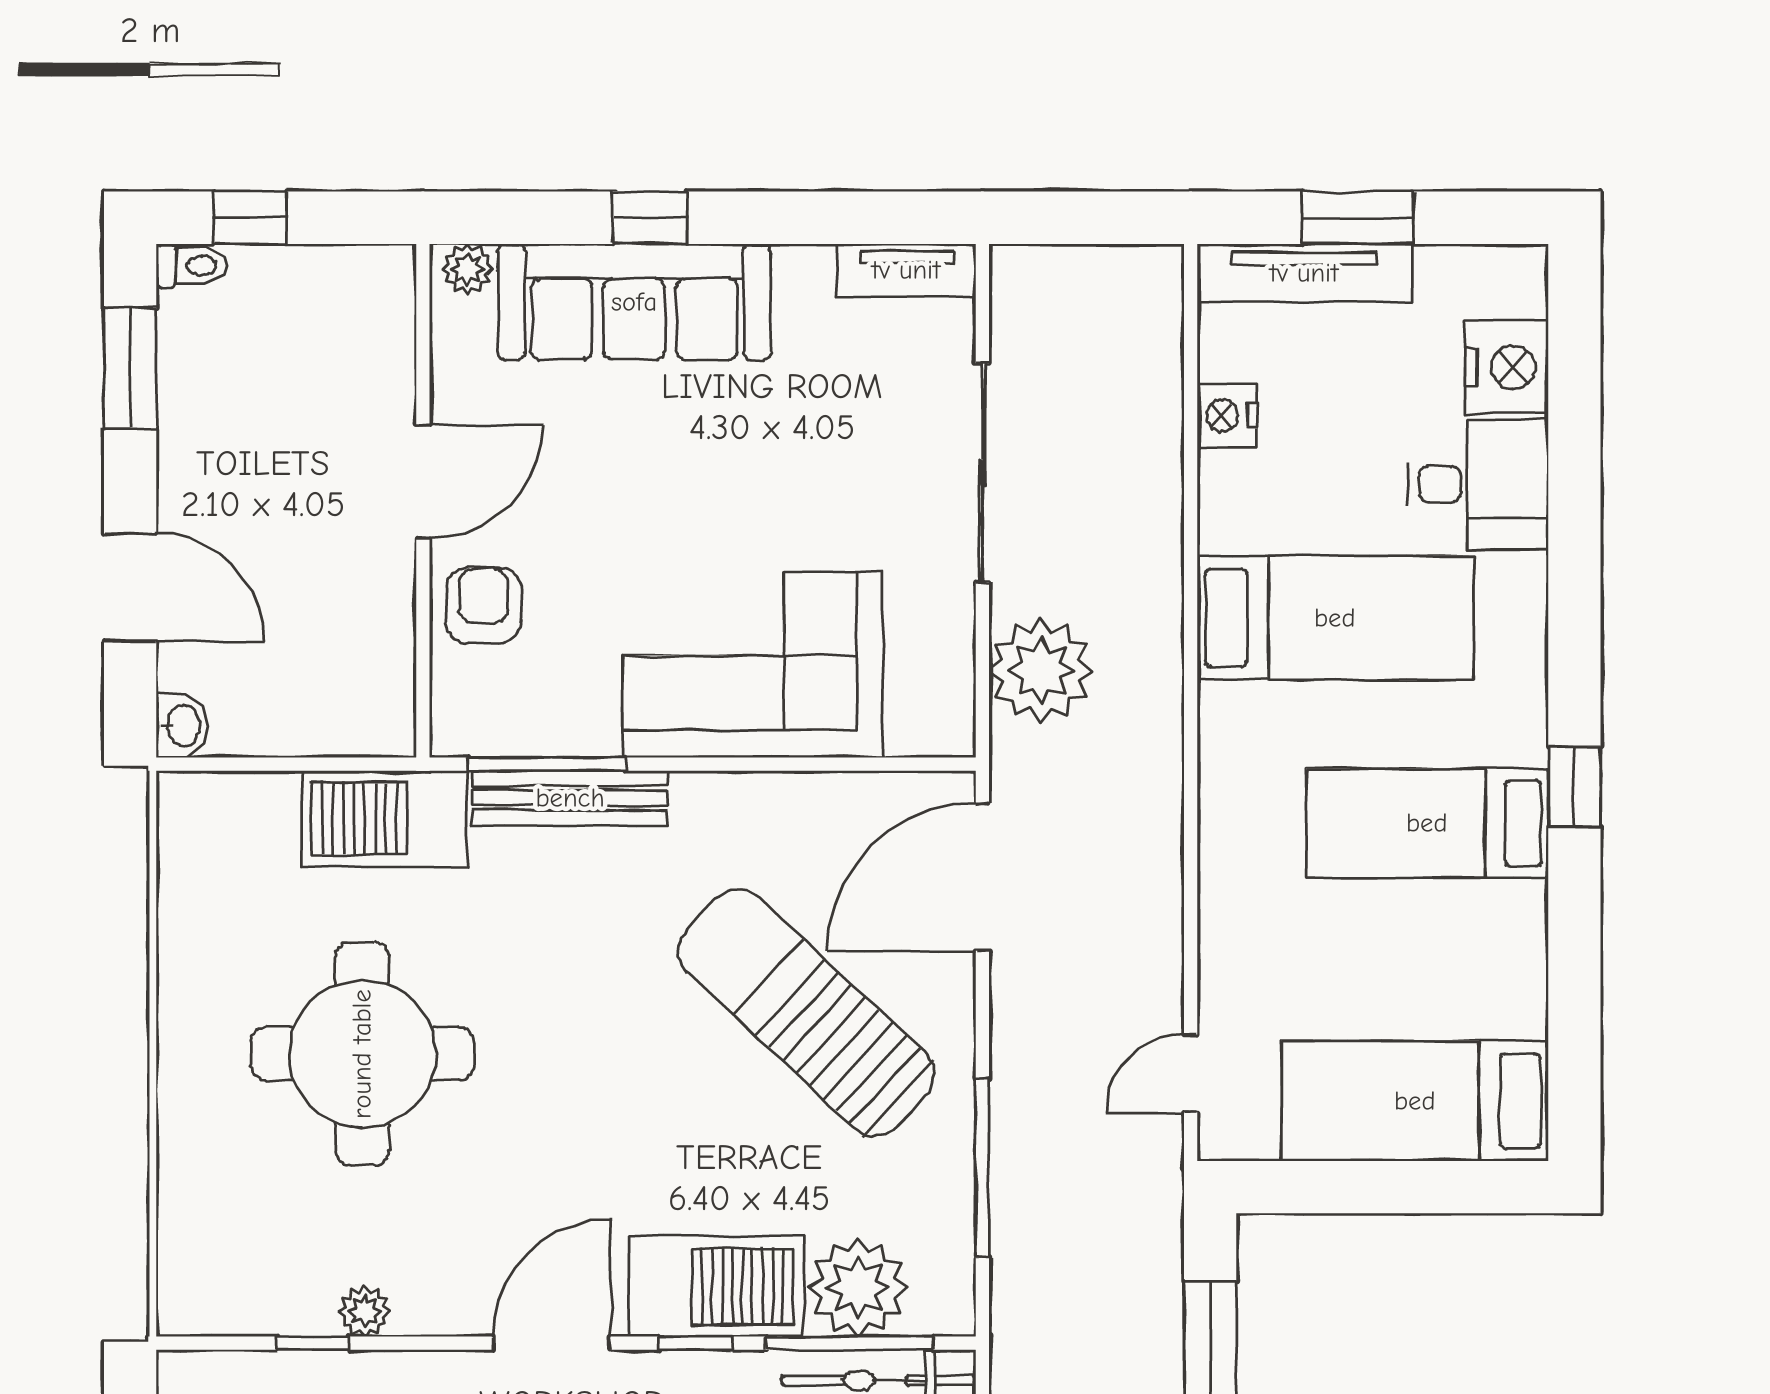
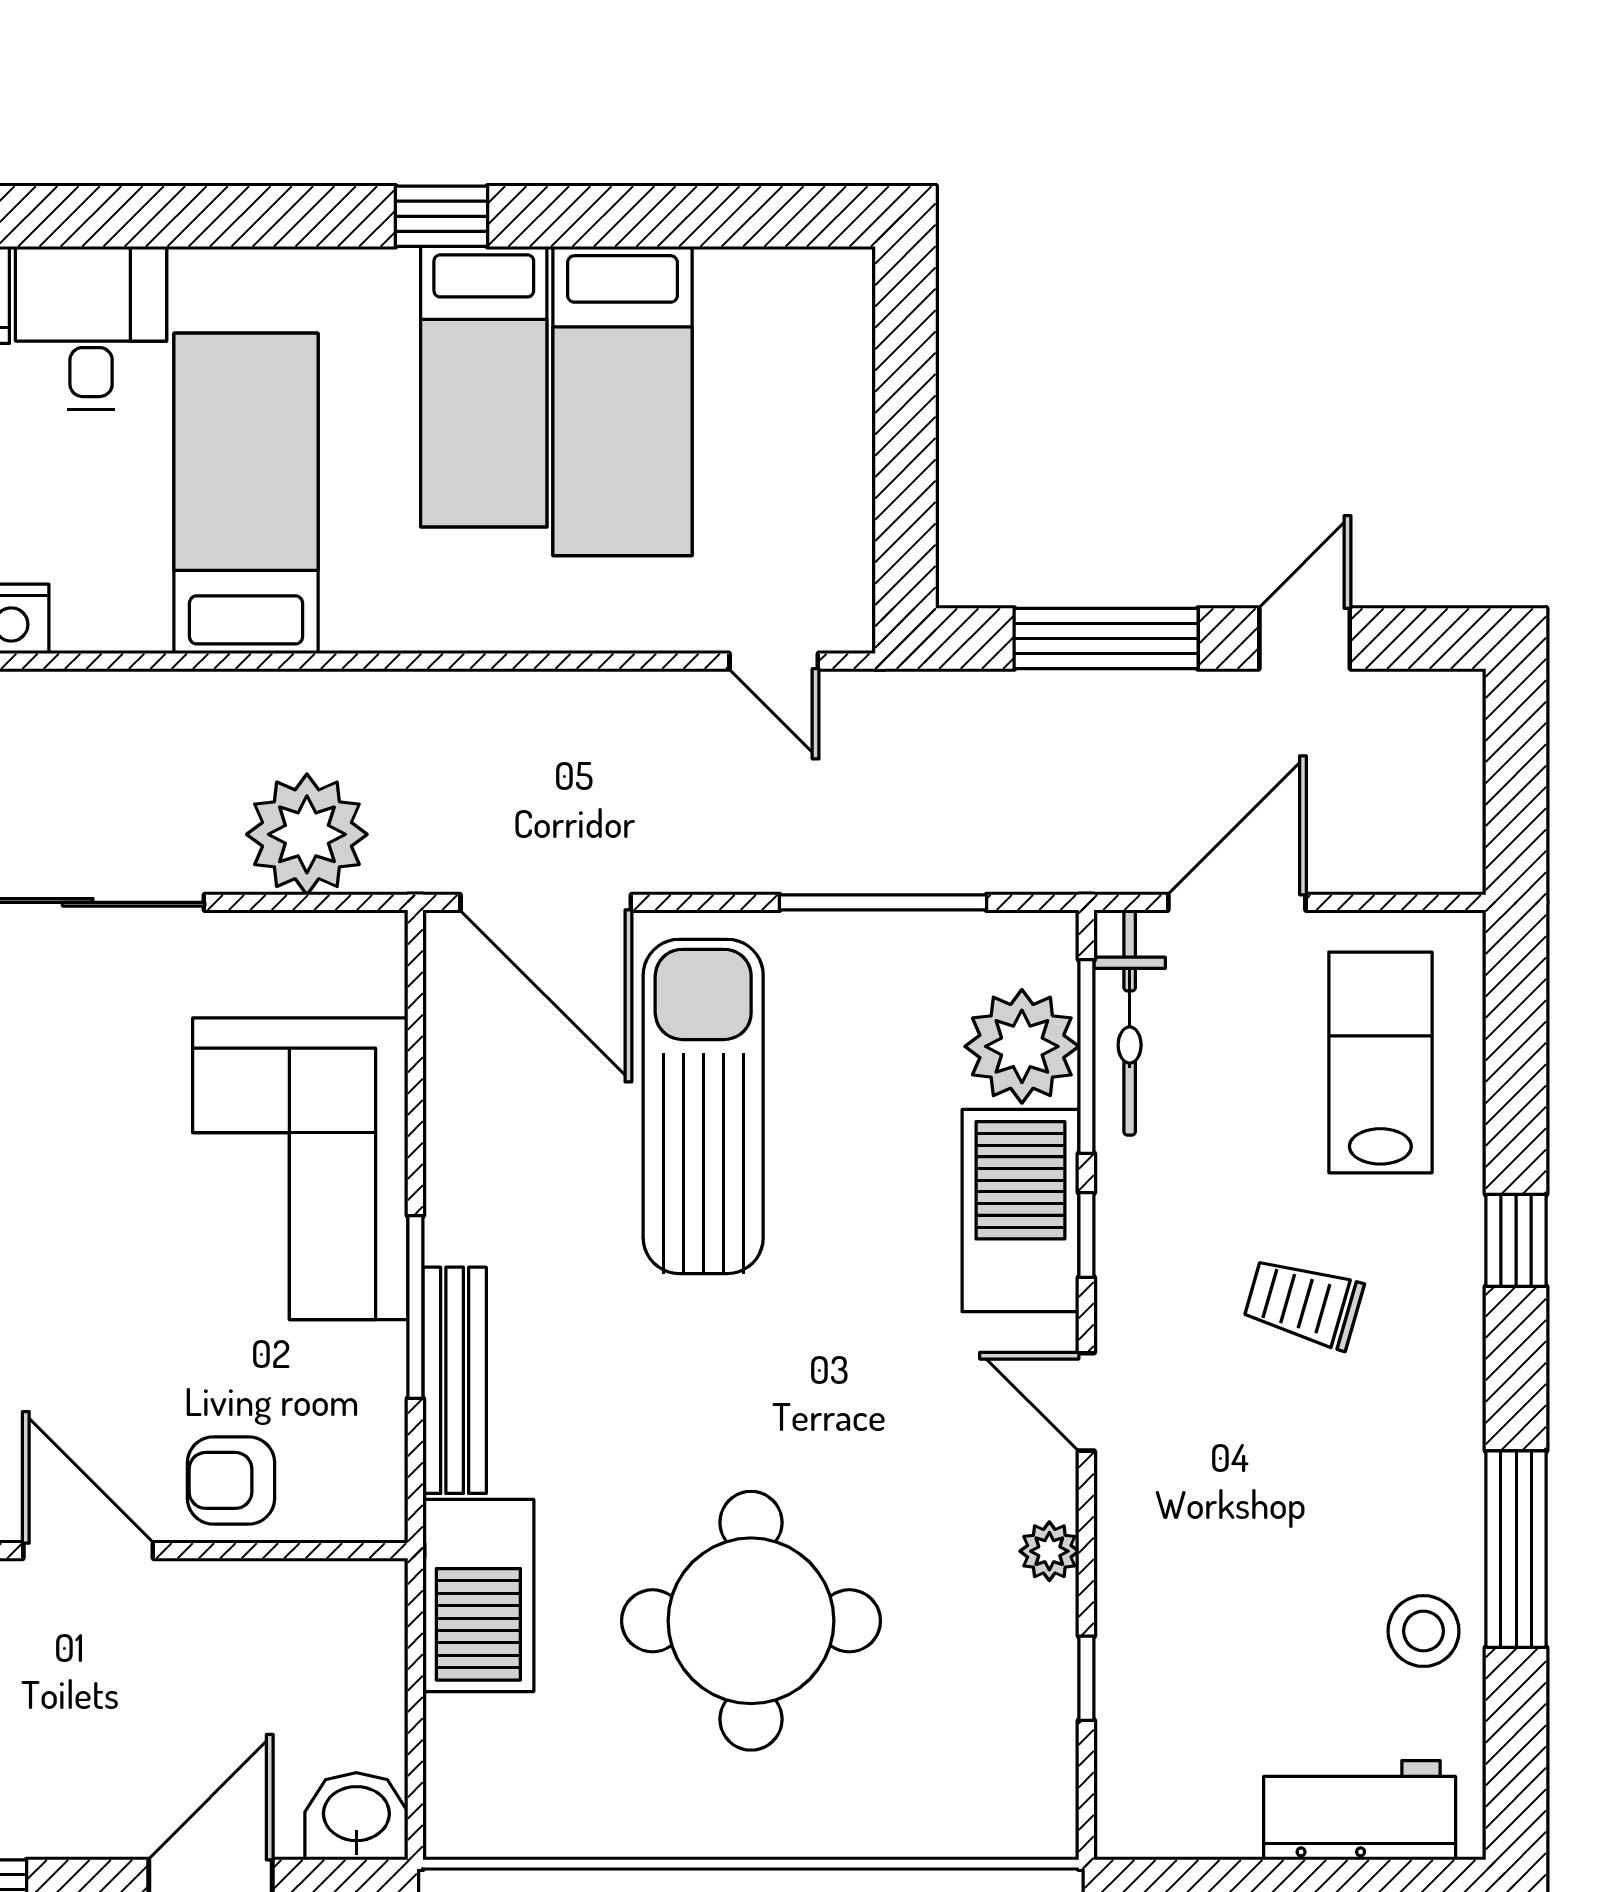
washbasin: (182, 726) -> (356, 1816), width x1.38, depth x1.45
window: (547, 764) -> (415, 1307), moved
sun lounger: (806, 1013) -> (703, 1106), turned 137
bed: (1415, 1101) -> (623, 401), moved
plant: (365, 1311) -> (1049, 1551), moved
door: (551, 1343) -> (1086, 1402), width x0.73

